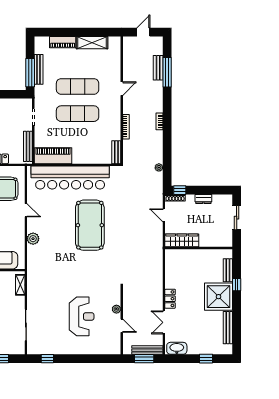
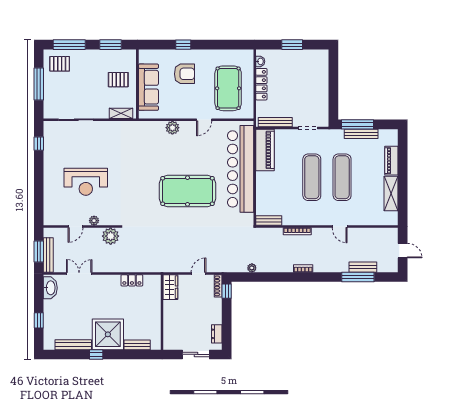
dresser: (203, 199) -> (217, 334), moved
wardrobe: (182, 240) -> (170, 287), width x0.67
window: (237, 285) -> (96, 354), moved
plant: (130, 294) -> (111, 236), added
locker: (170, 299) -> (132, 280), moved

